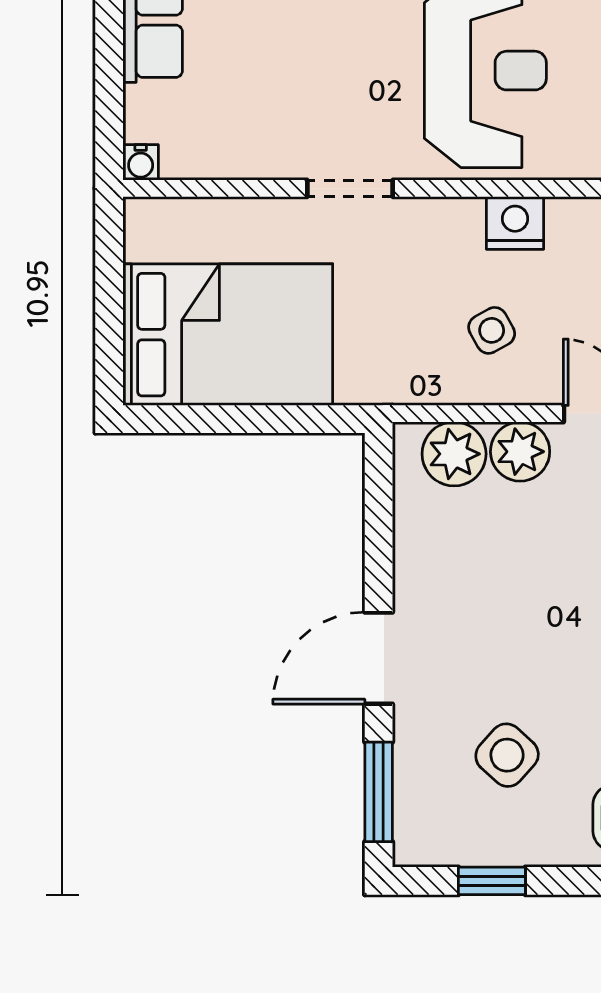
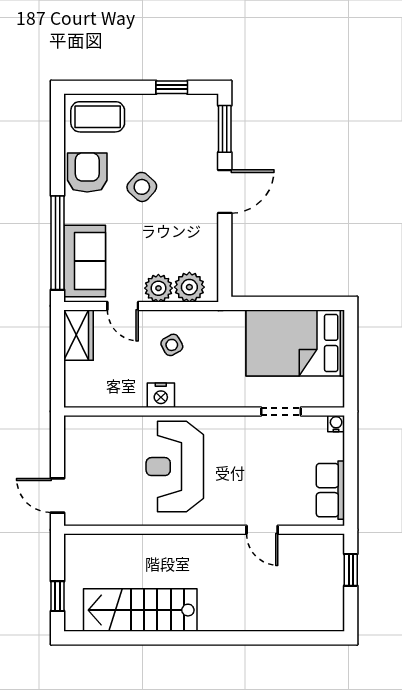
doorway: (350, 188) -> (281, 411), moved
side table: (507, 755) -> (142, 187), moved

